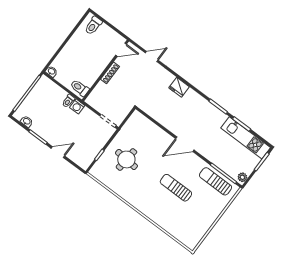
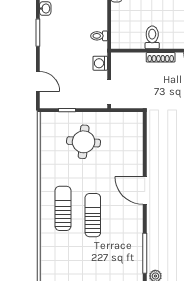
toilet: (80, 88) -> (152, 37), moved
washing machine: (77, 106) -> (100, 63), moved
door: (58, 152) -> (38, 81), moved
sun lounger: (215, 181) -> (63, 208), moved

